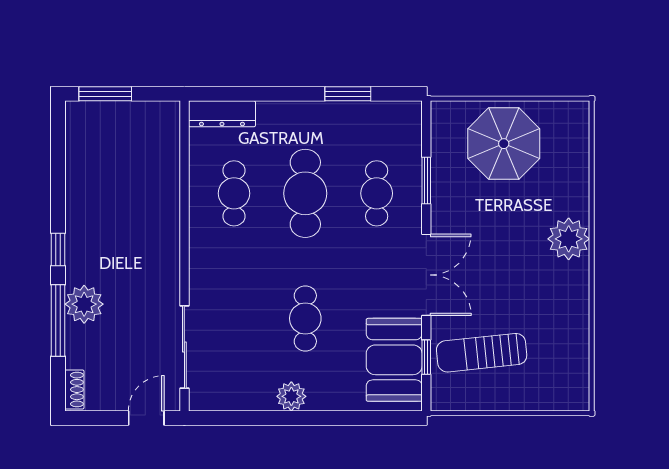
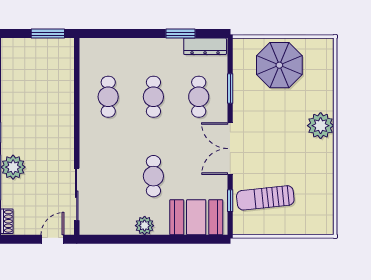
window: (105, 94) -> (48, 34), moved
dresser: (222, 114) -> (205, 46), moved
cafe table: (305, 193) -> (153, 97), width x0.73, depth x0.74
double door: (426, 275) -> (230, 149), swing flipped
booth: (394, 360) -> (196, 217), moved, turned 90

